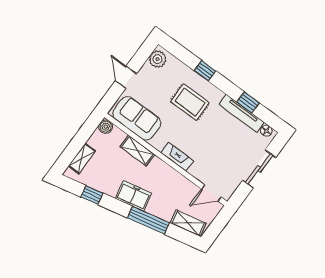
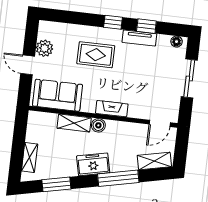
plant: (157, 59) -> (44, 48), moved
window: (205, 71) -> (113, 22), moved
tv unit: (241, 113) -> (139, 38), width x0.71
boiler: (106, 127) -> (98, 125), moved
window: (92, 195) -> (56, 184), width x1.50

